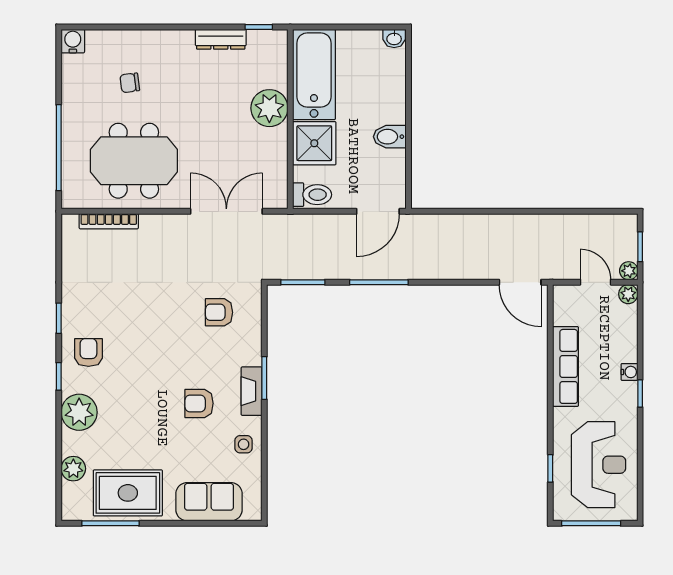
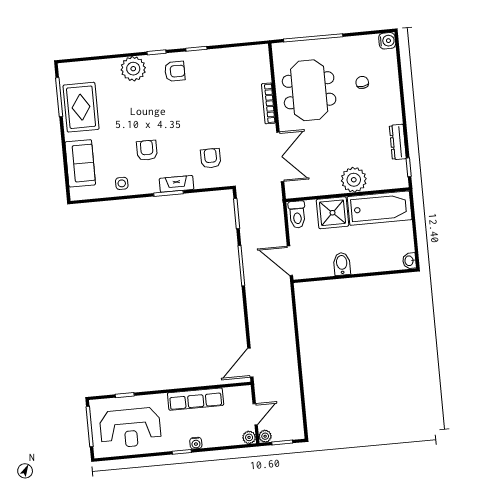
bookcase: (109, 221) -> (268, 103), moved
fireplace: (252, 391) -> (177, 184), moved
plant: (73, 469) -> (94, 68), removed

